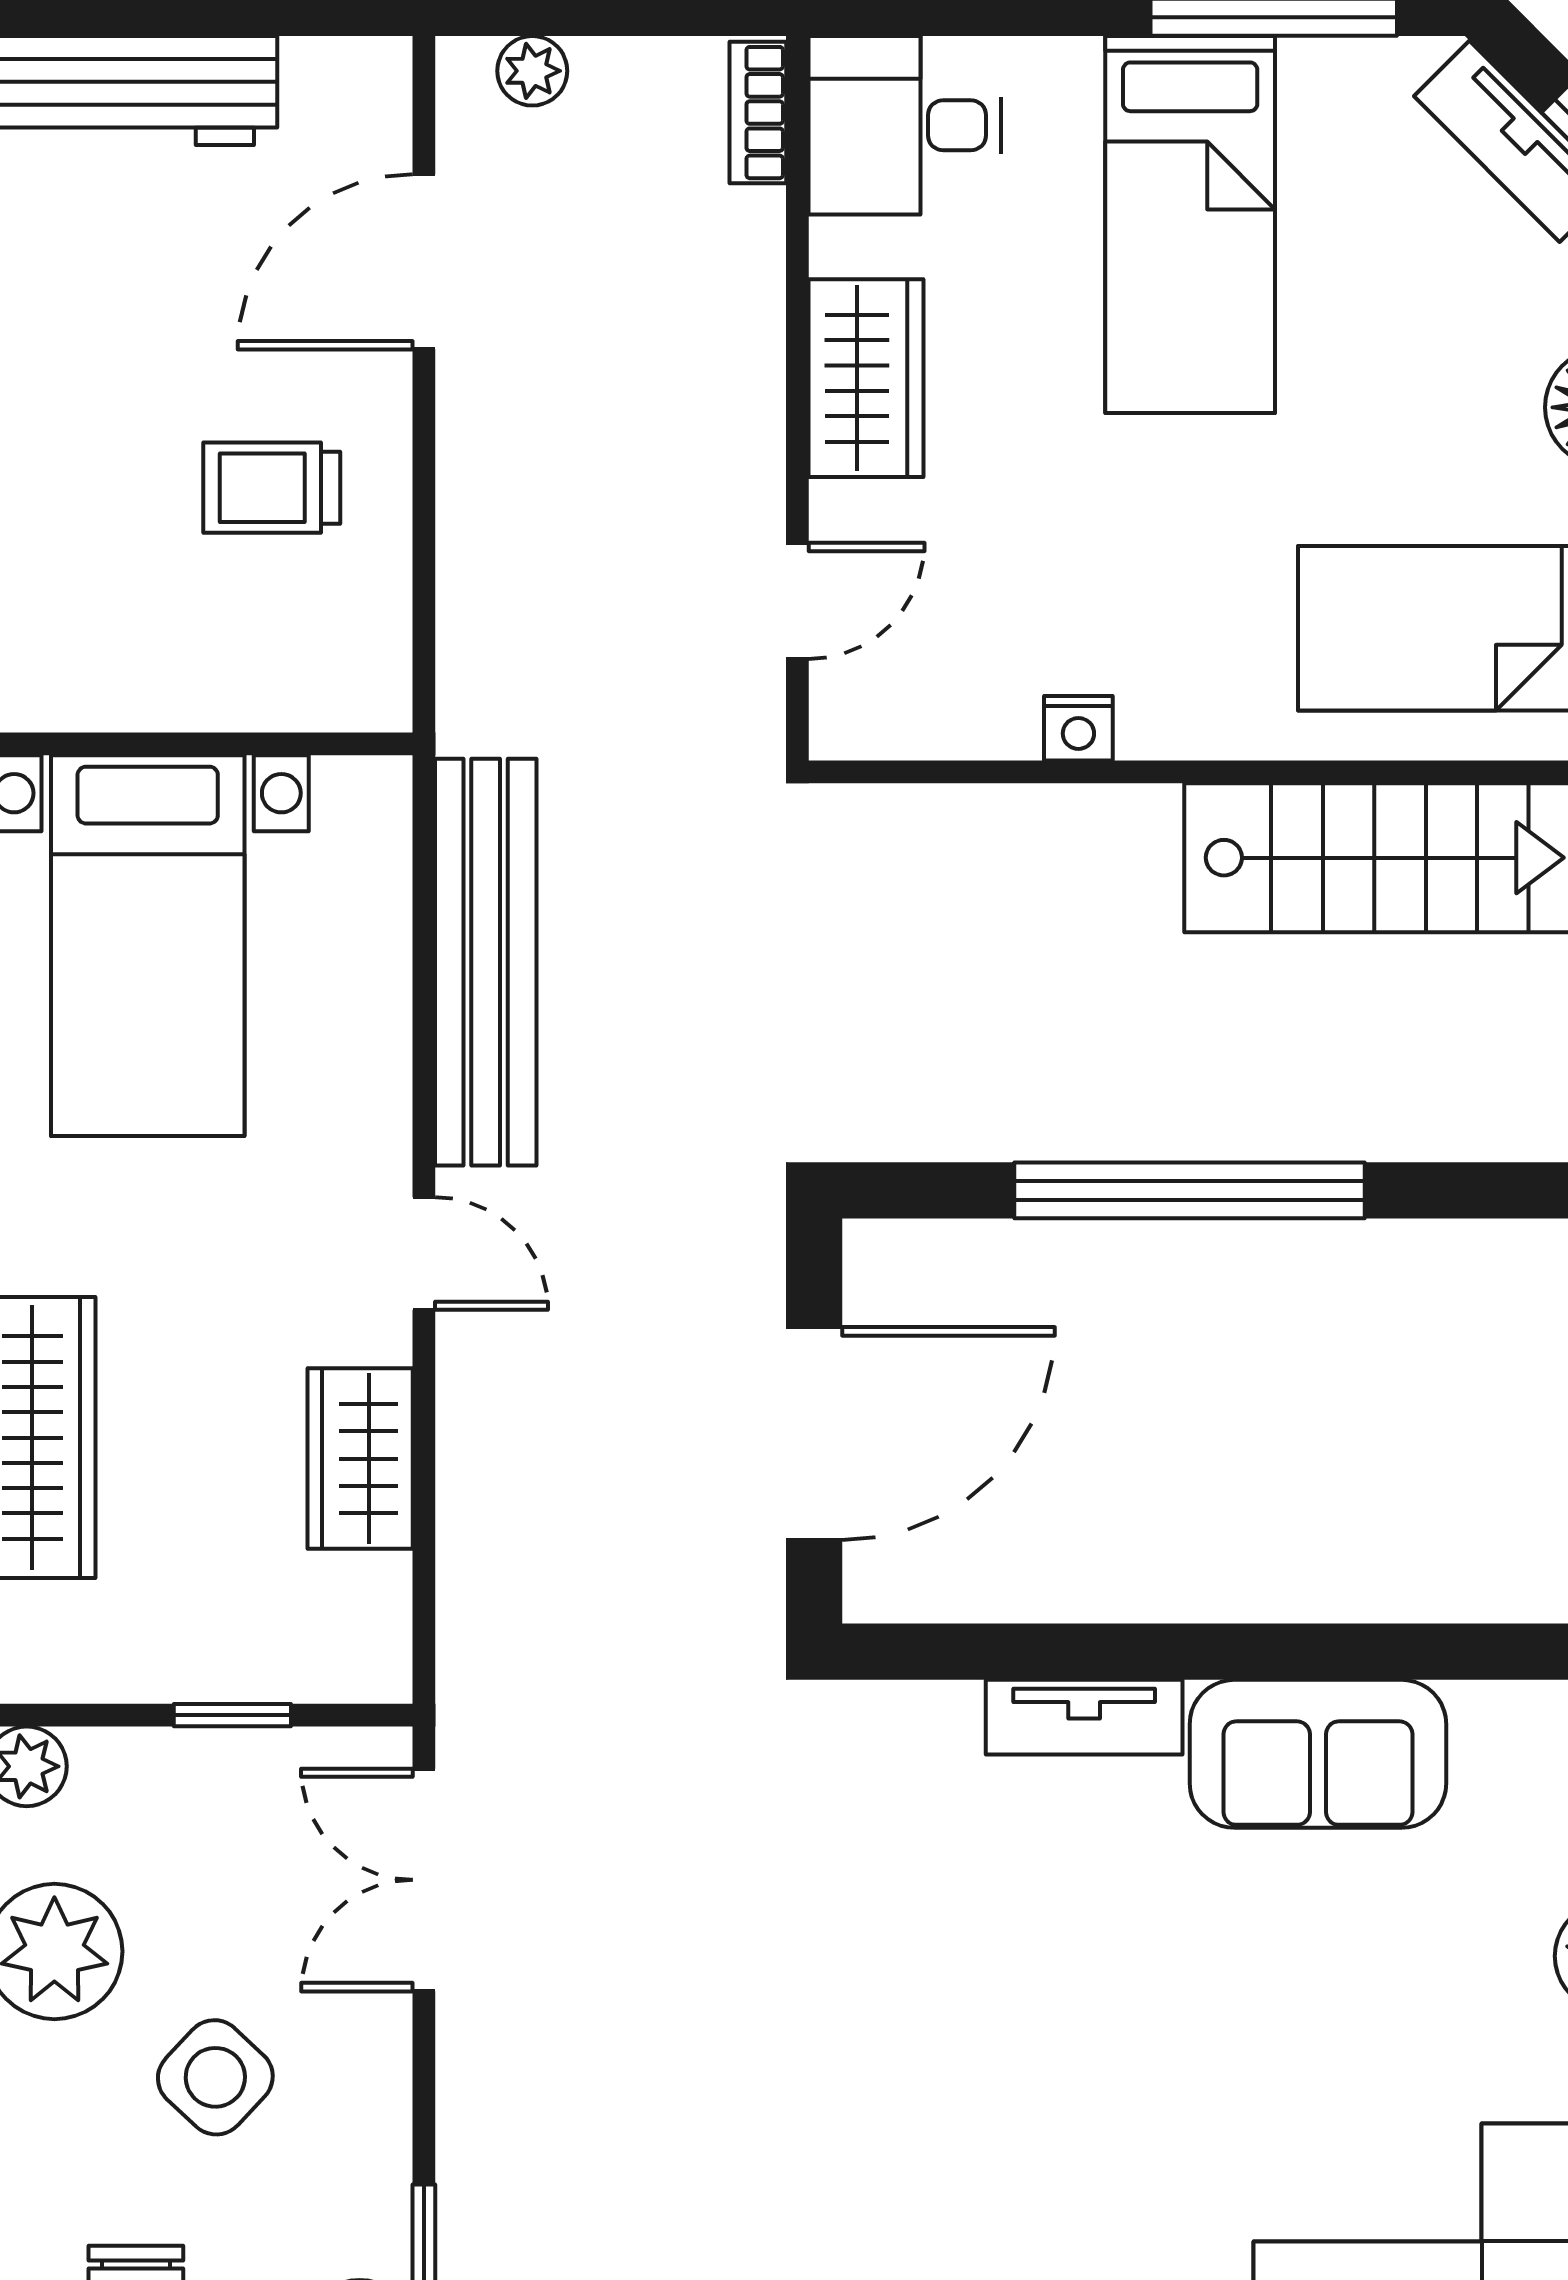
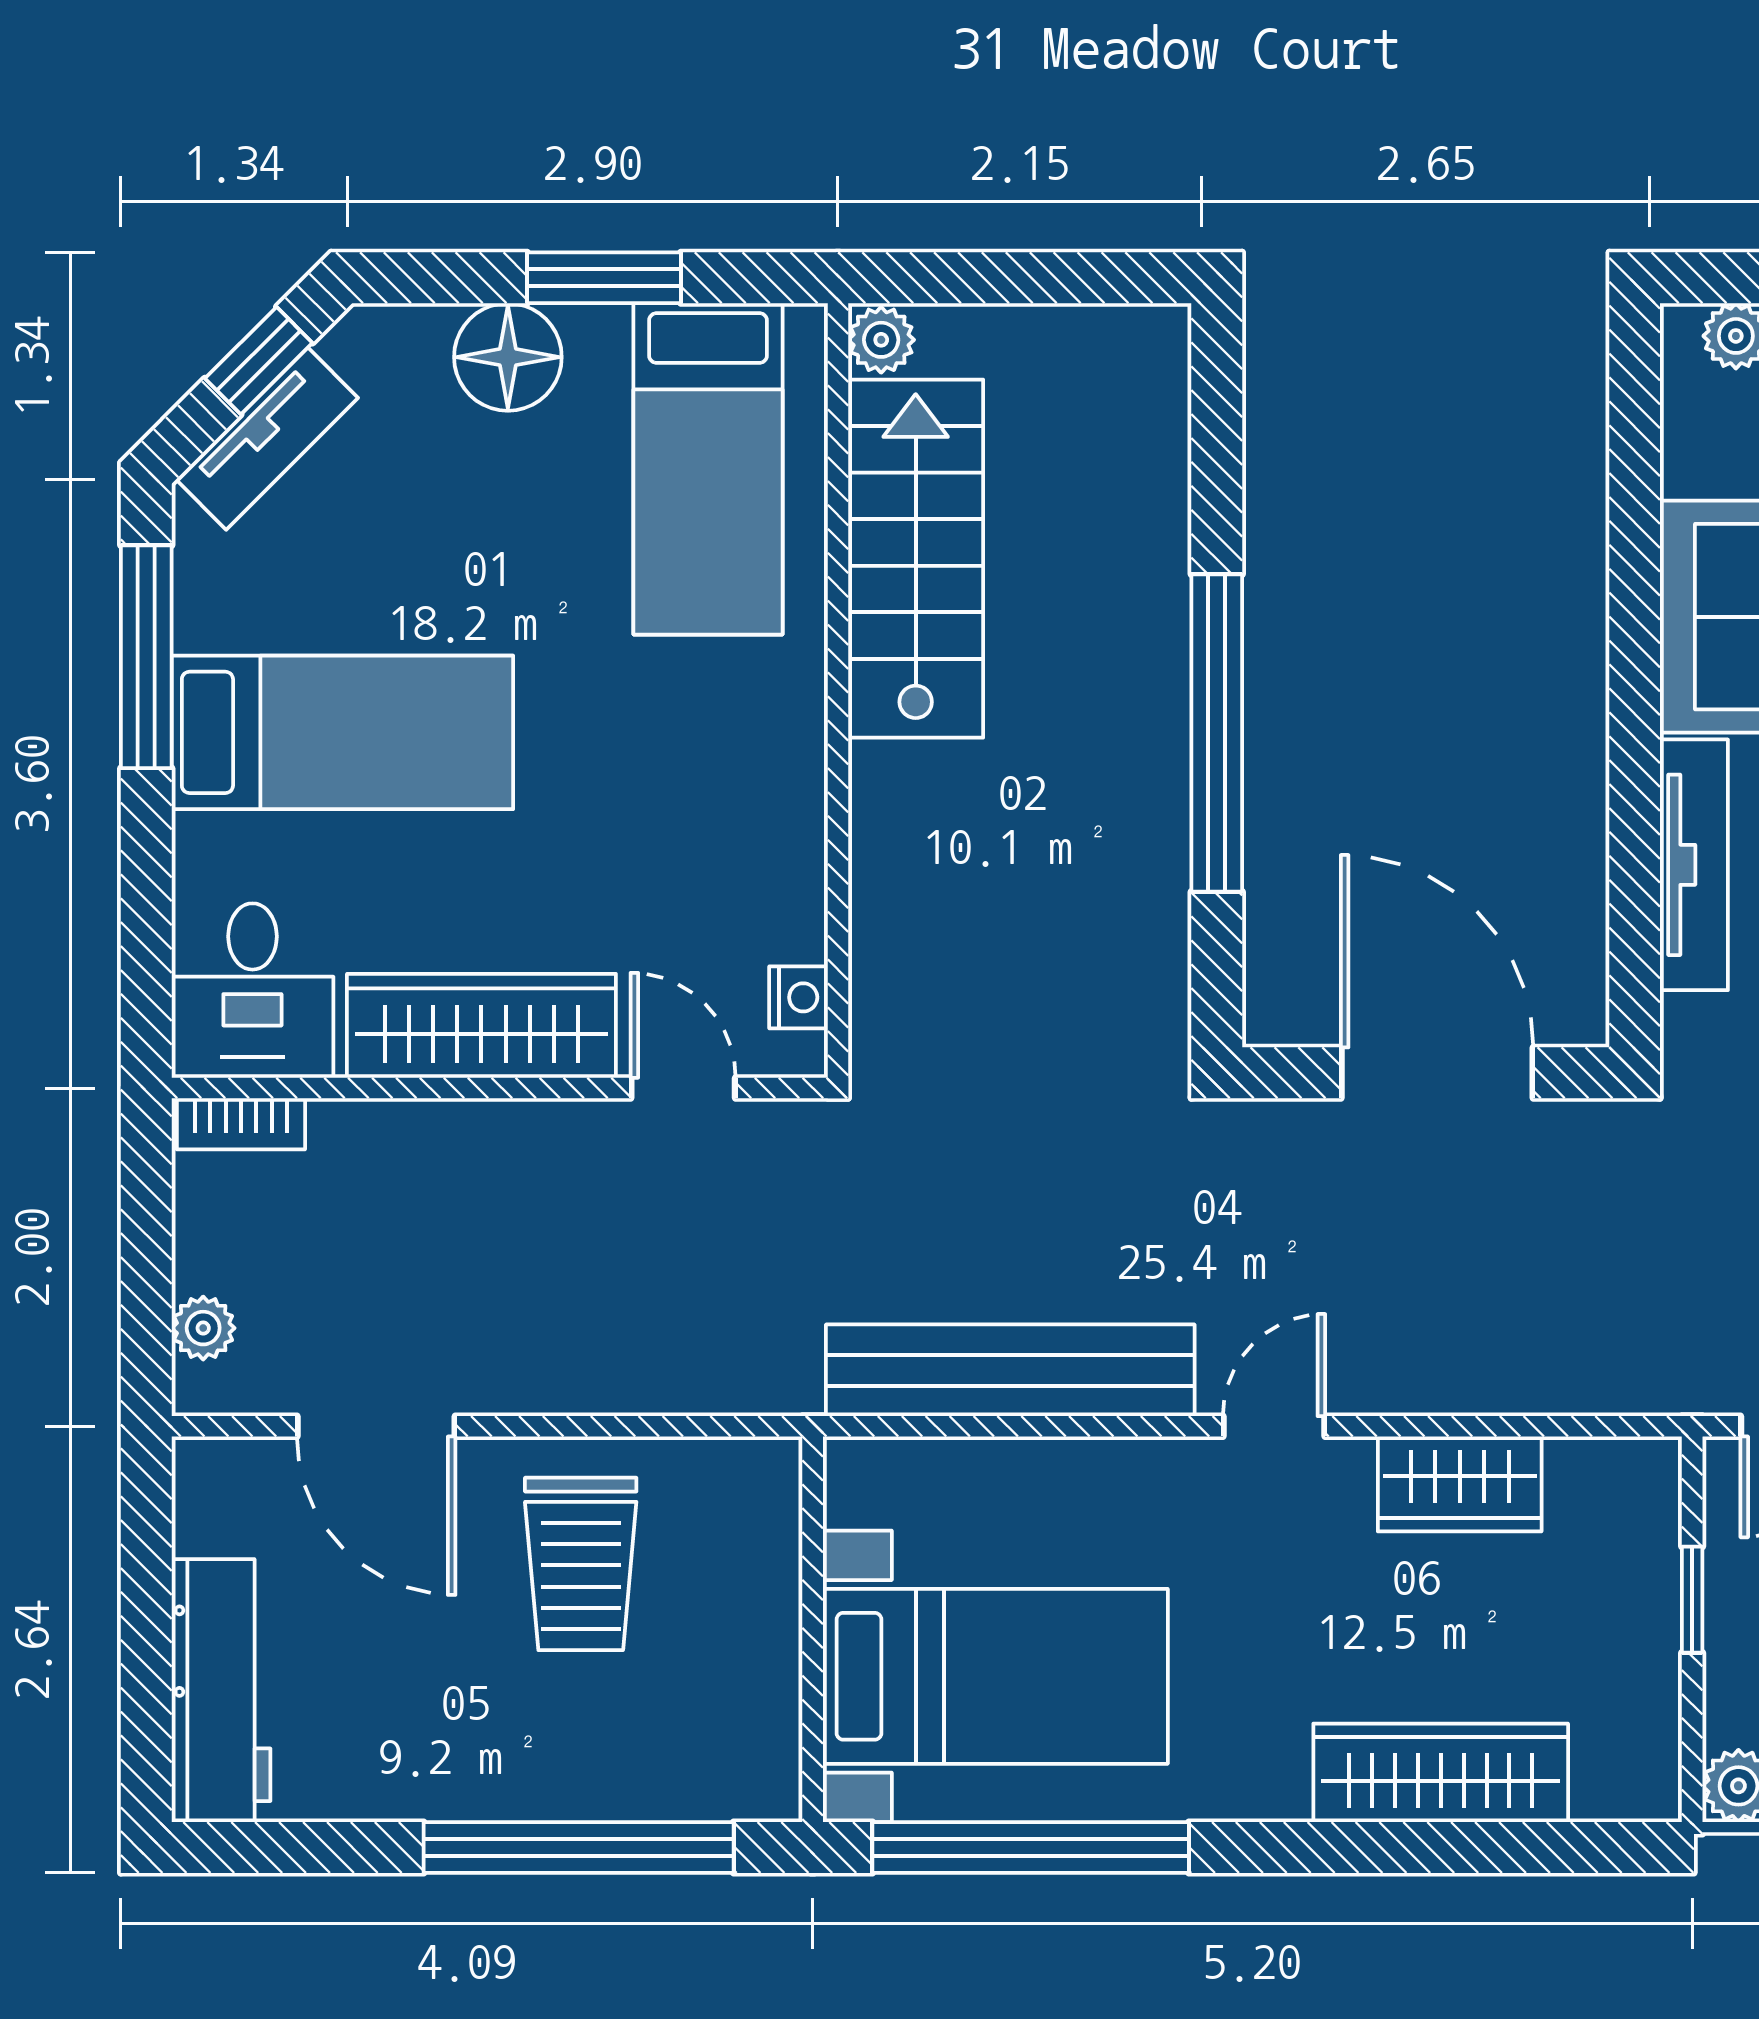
wardrobe: (866, 378) -> (481, 1026), width x1.50
trolley: (272, 488) -> (581, 1564), width x1.36, depth x1.39
nightstand: (1078, 728) -> (798, 997), moved
tv unit: (1084, 1717) -> (1694, 865), width x1.41

